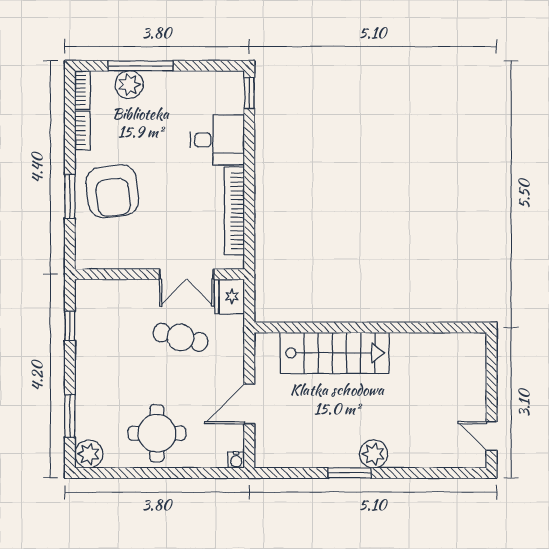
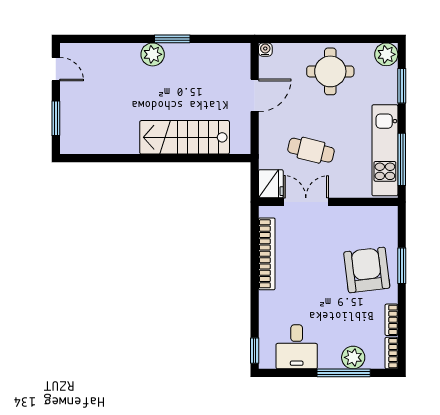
desk: (217, 140) -> (297, 347), moved, turned -90
window: (70, 326) -> (402, 159), width x2.17
kitchen unit: (90, 337) -> (385, 150), added
window: (492, 376) -> (56, 118), added

